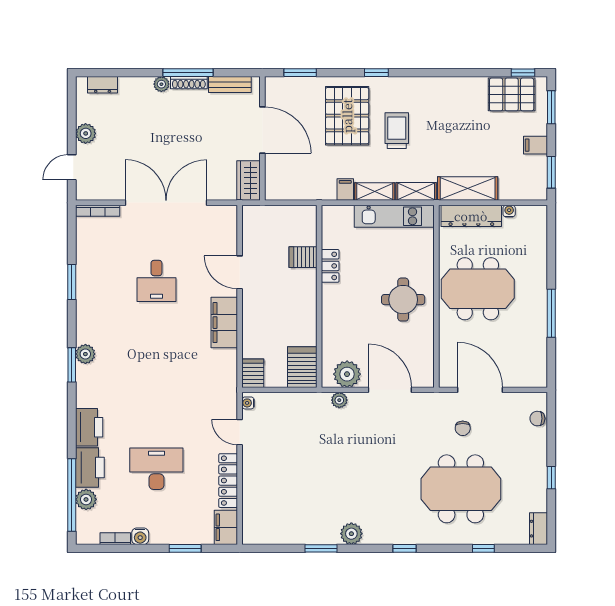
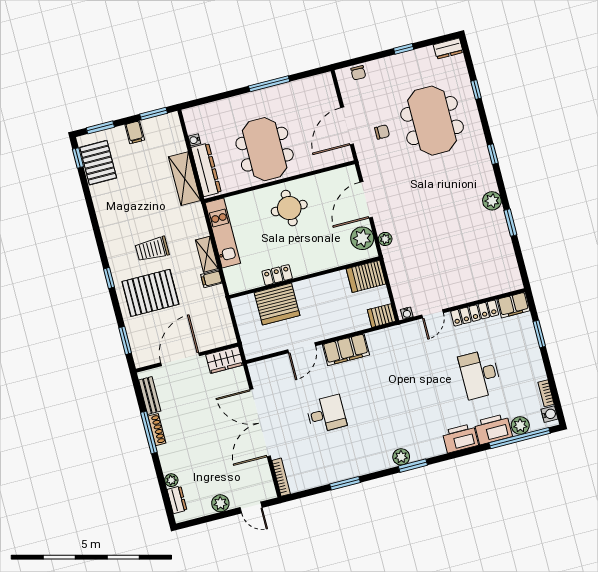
plant: (161, 84) -> (171, 480), moved
shelving: (416, 191) -> (198, 220), removed
server rack: (303, 257) -> (277, 304), width x2.18, depth x1.44
water cooler: (140, 536) -> (549, 414), moved

